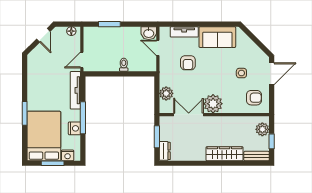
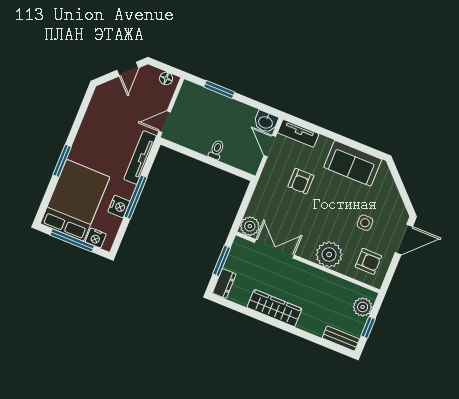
tv unit: (184, 32) -> (298, 133), moved
plant: (166, 93) -> (250, 226), moved
plant: (213, 104) -> (329, 255), moved
wardrobe: (225, 154) -> (274, 308), moved
window: (53, 163) -> (72, 240), width x1.44

